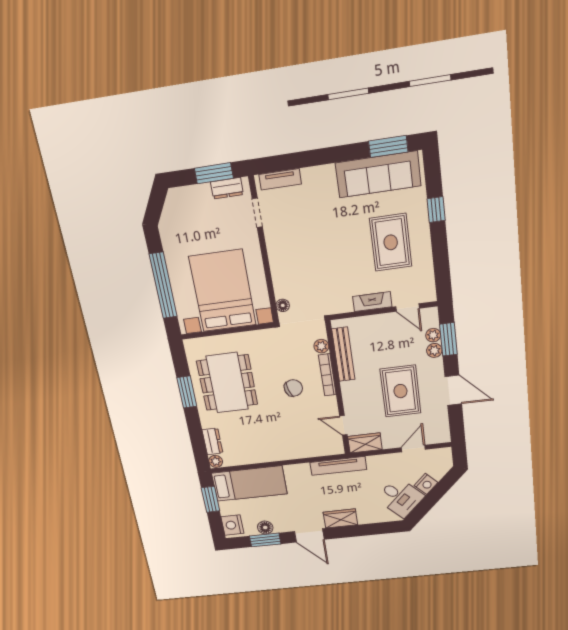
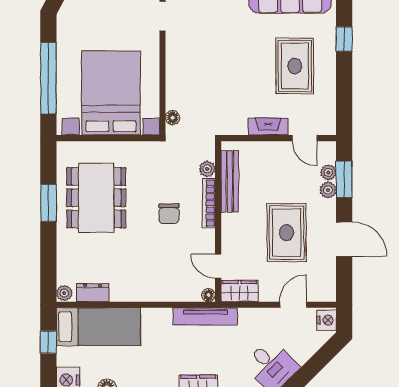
chair: (293, 388) -> (169, 214), turned 107
dresser: (212, 441) -> (93, 293), moved, turned -90
floor lamp: (338, 449) -> (208, 295), added
nightstand: (426, 484) -> (327, 320), moved, turned -45
window: (210, 499) -> (48, 342), width x0.67

